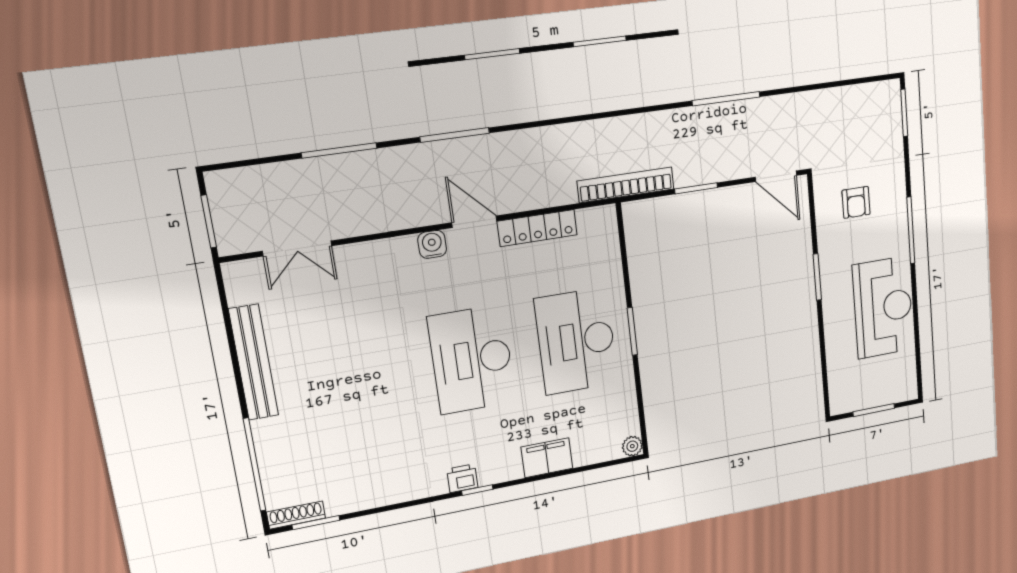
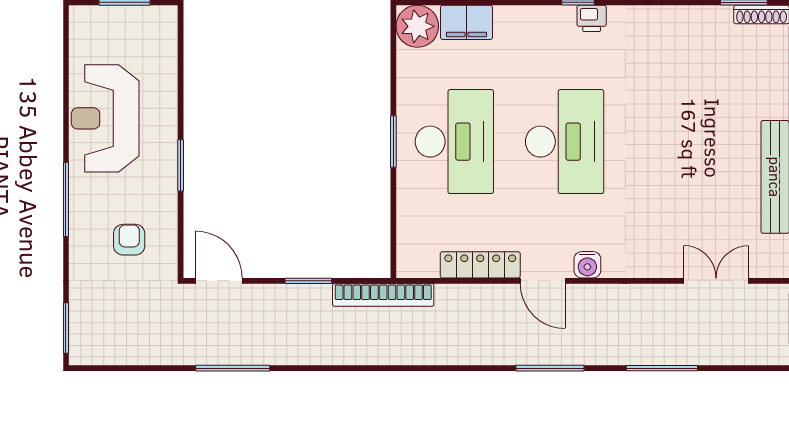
window: (726, 99) -> (233, 368), moved
plant: (632, 446) -> (417, 26), width x1.87, depth x1.87
filing cabinet: (547, 458) -> (466, 22), moved

